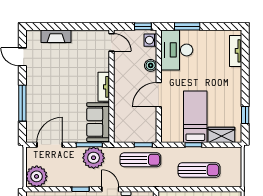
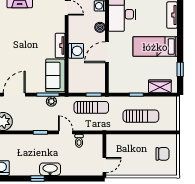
washing machine: (122, 93) -> (76, 51), added
bed: (195, 117) -> (155, 47), moved, turned -90
plant: (94, 158) -> (51, 101), width x0.53, depth x0.53

